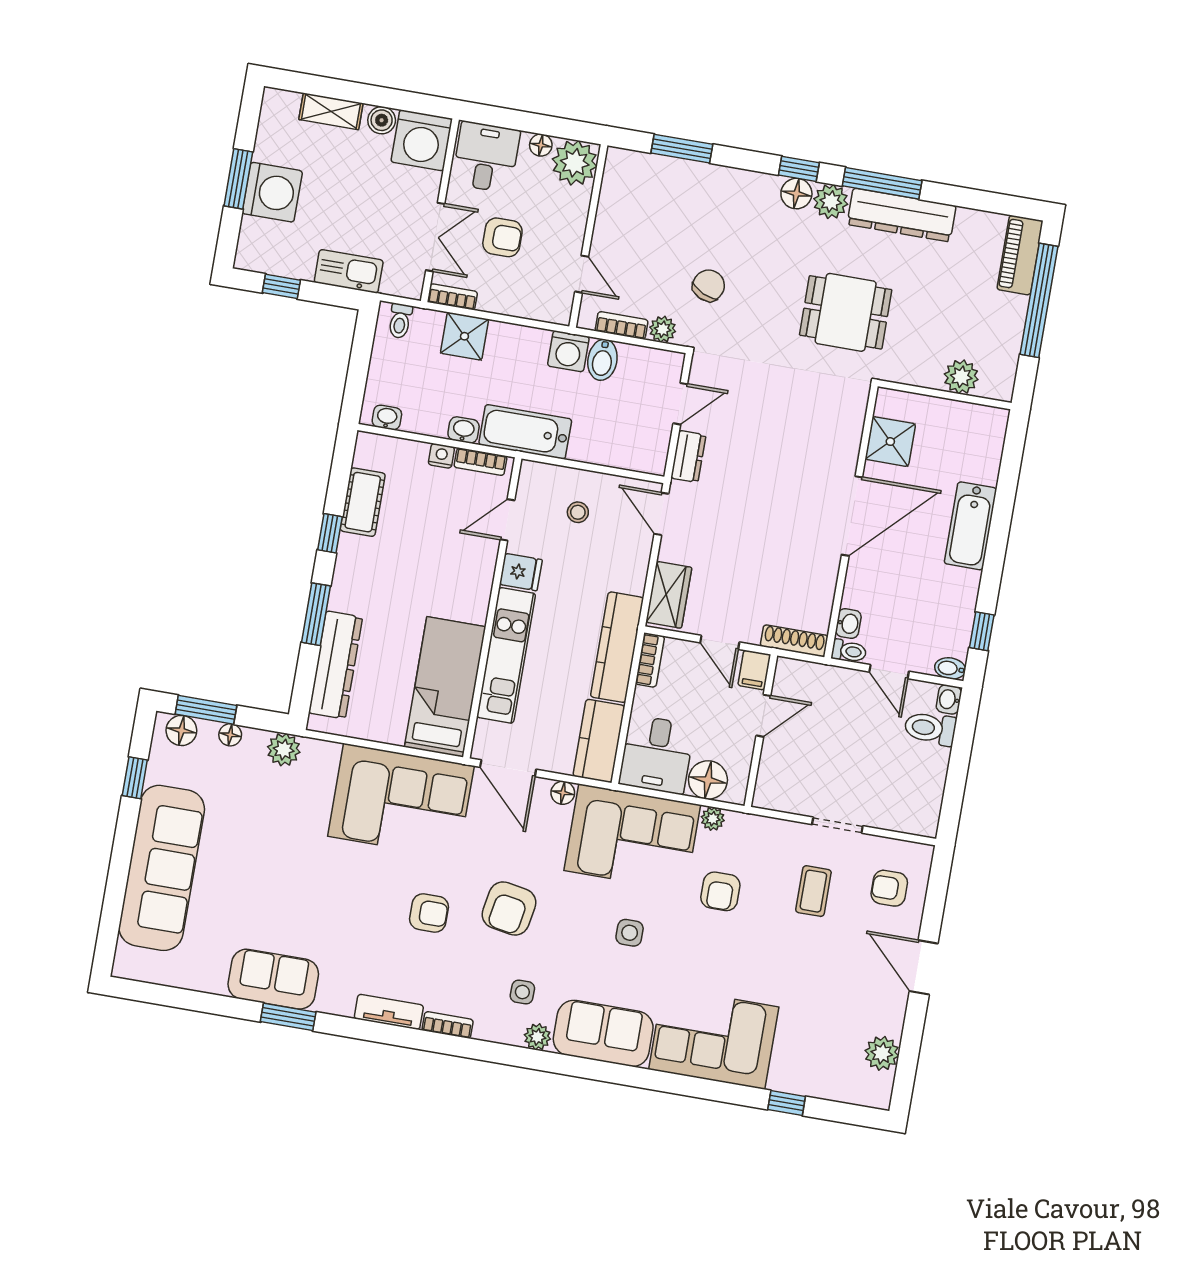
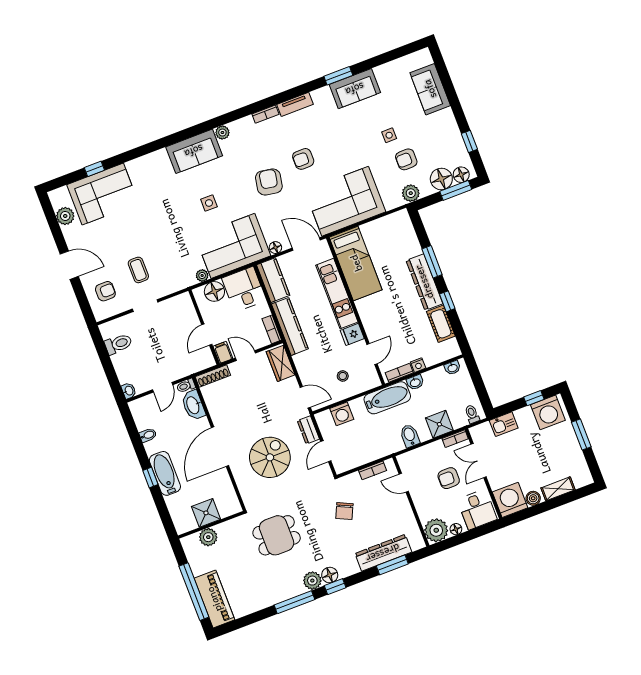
washing machine: (272, 192) -> (548, 412), moved, turned -90
dresser: (902, 215) -> (383, 553), moved
piano: (1020, 255) -> (214, 599), width x1.37, depth x1.33
kitchen sink: (349, 271) -> (504, 424), width x0.73
plant: (663, 329) -> (353, 480), removed
washing machine: (568, 351) -> (342, 414), moved, turned 180
bidet: (602, 360) -> (410, 436), moved
shower: (890, 442) -> (206, 513), moved
spiral stairs: (780, 449) -> (270, 457), added
washbasin: (848, 624) -> (193, 405), width x1.91, depth x1.45
window: (982, 631) -> (150, 478), moved
dresser: (336, 665) -> (424, 282), moved
bidet: (950, 668) -> (148, 435), moved
door: (889, 672) -> (163, 387), swing flipped
toilet: (930, 728) -> (118, 344), moved
floor lamp: (230, 735) -> (441, 179), width x1.89, depth x1.89
sofa: (162, 868) -> (430, 89), width x0.54, depth x0.79
armchair: (720, 891) -> (406, 159), moved, turned -90
side table: (522, 992) -> (389, 135), moved
corner sofa: (714, 1038) -> (103, 194), moved

